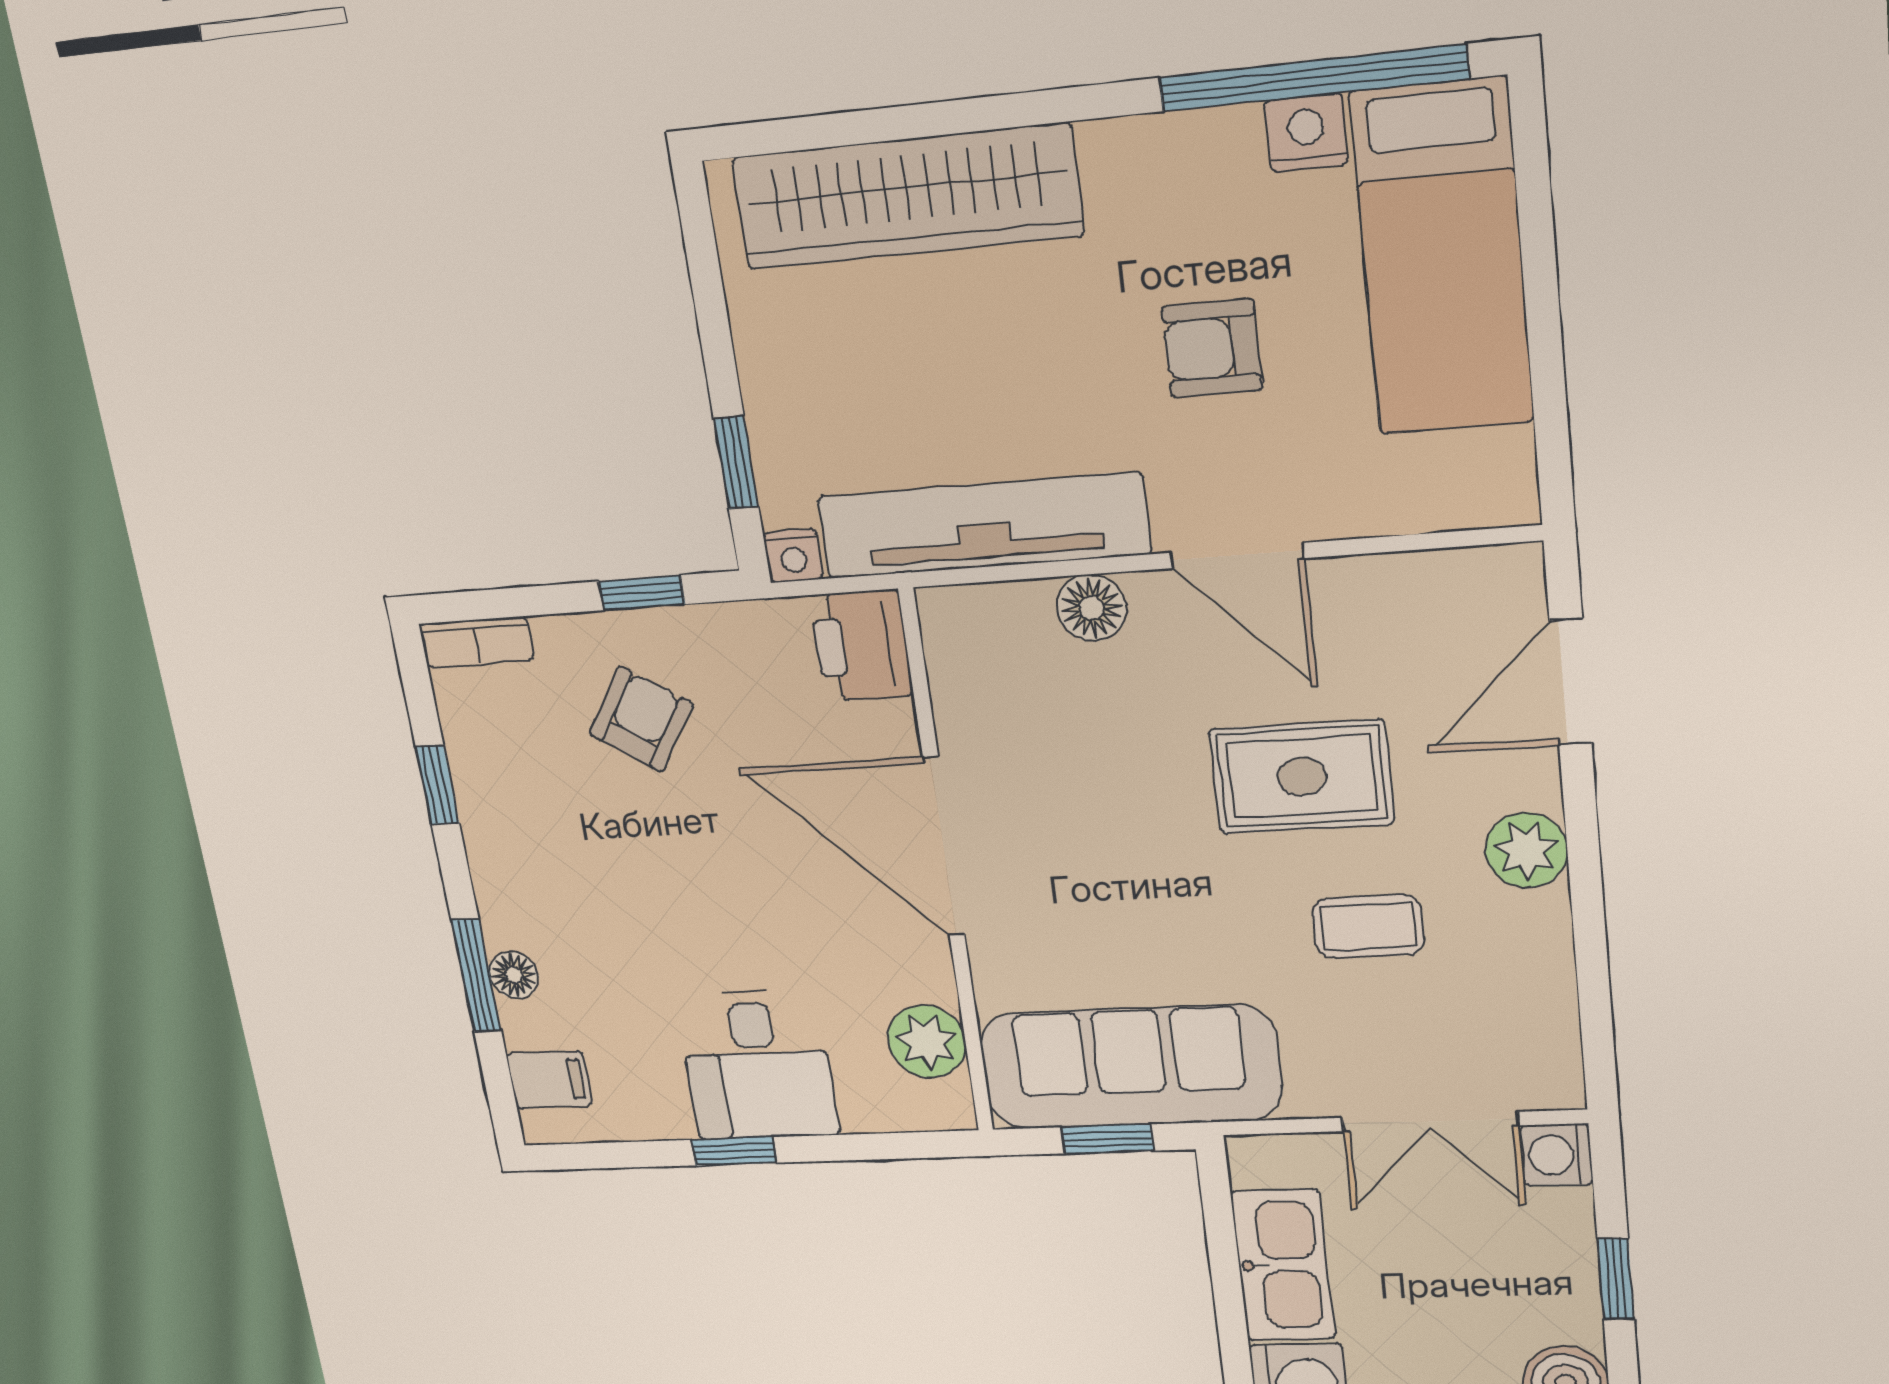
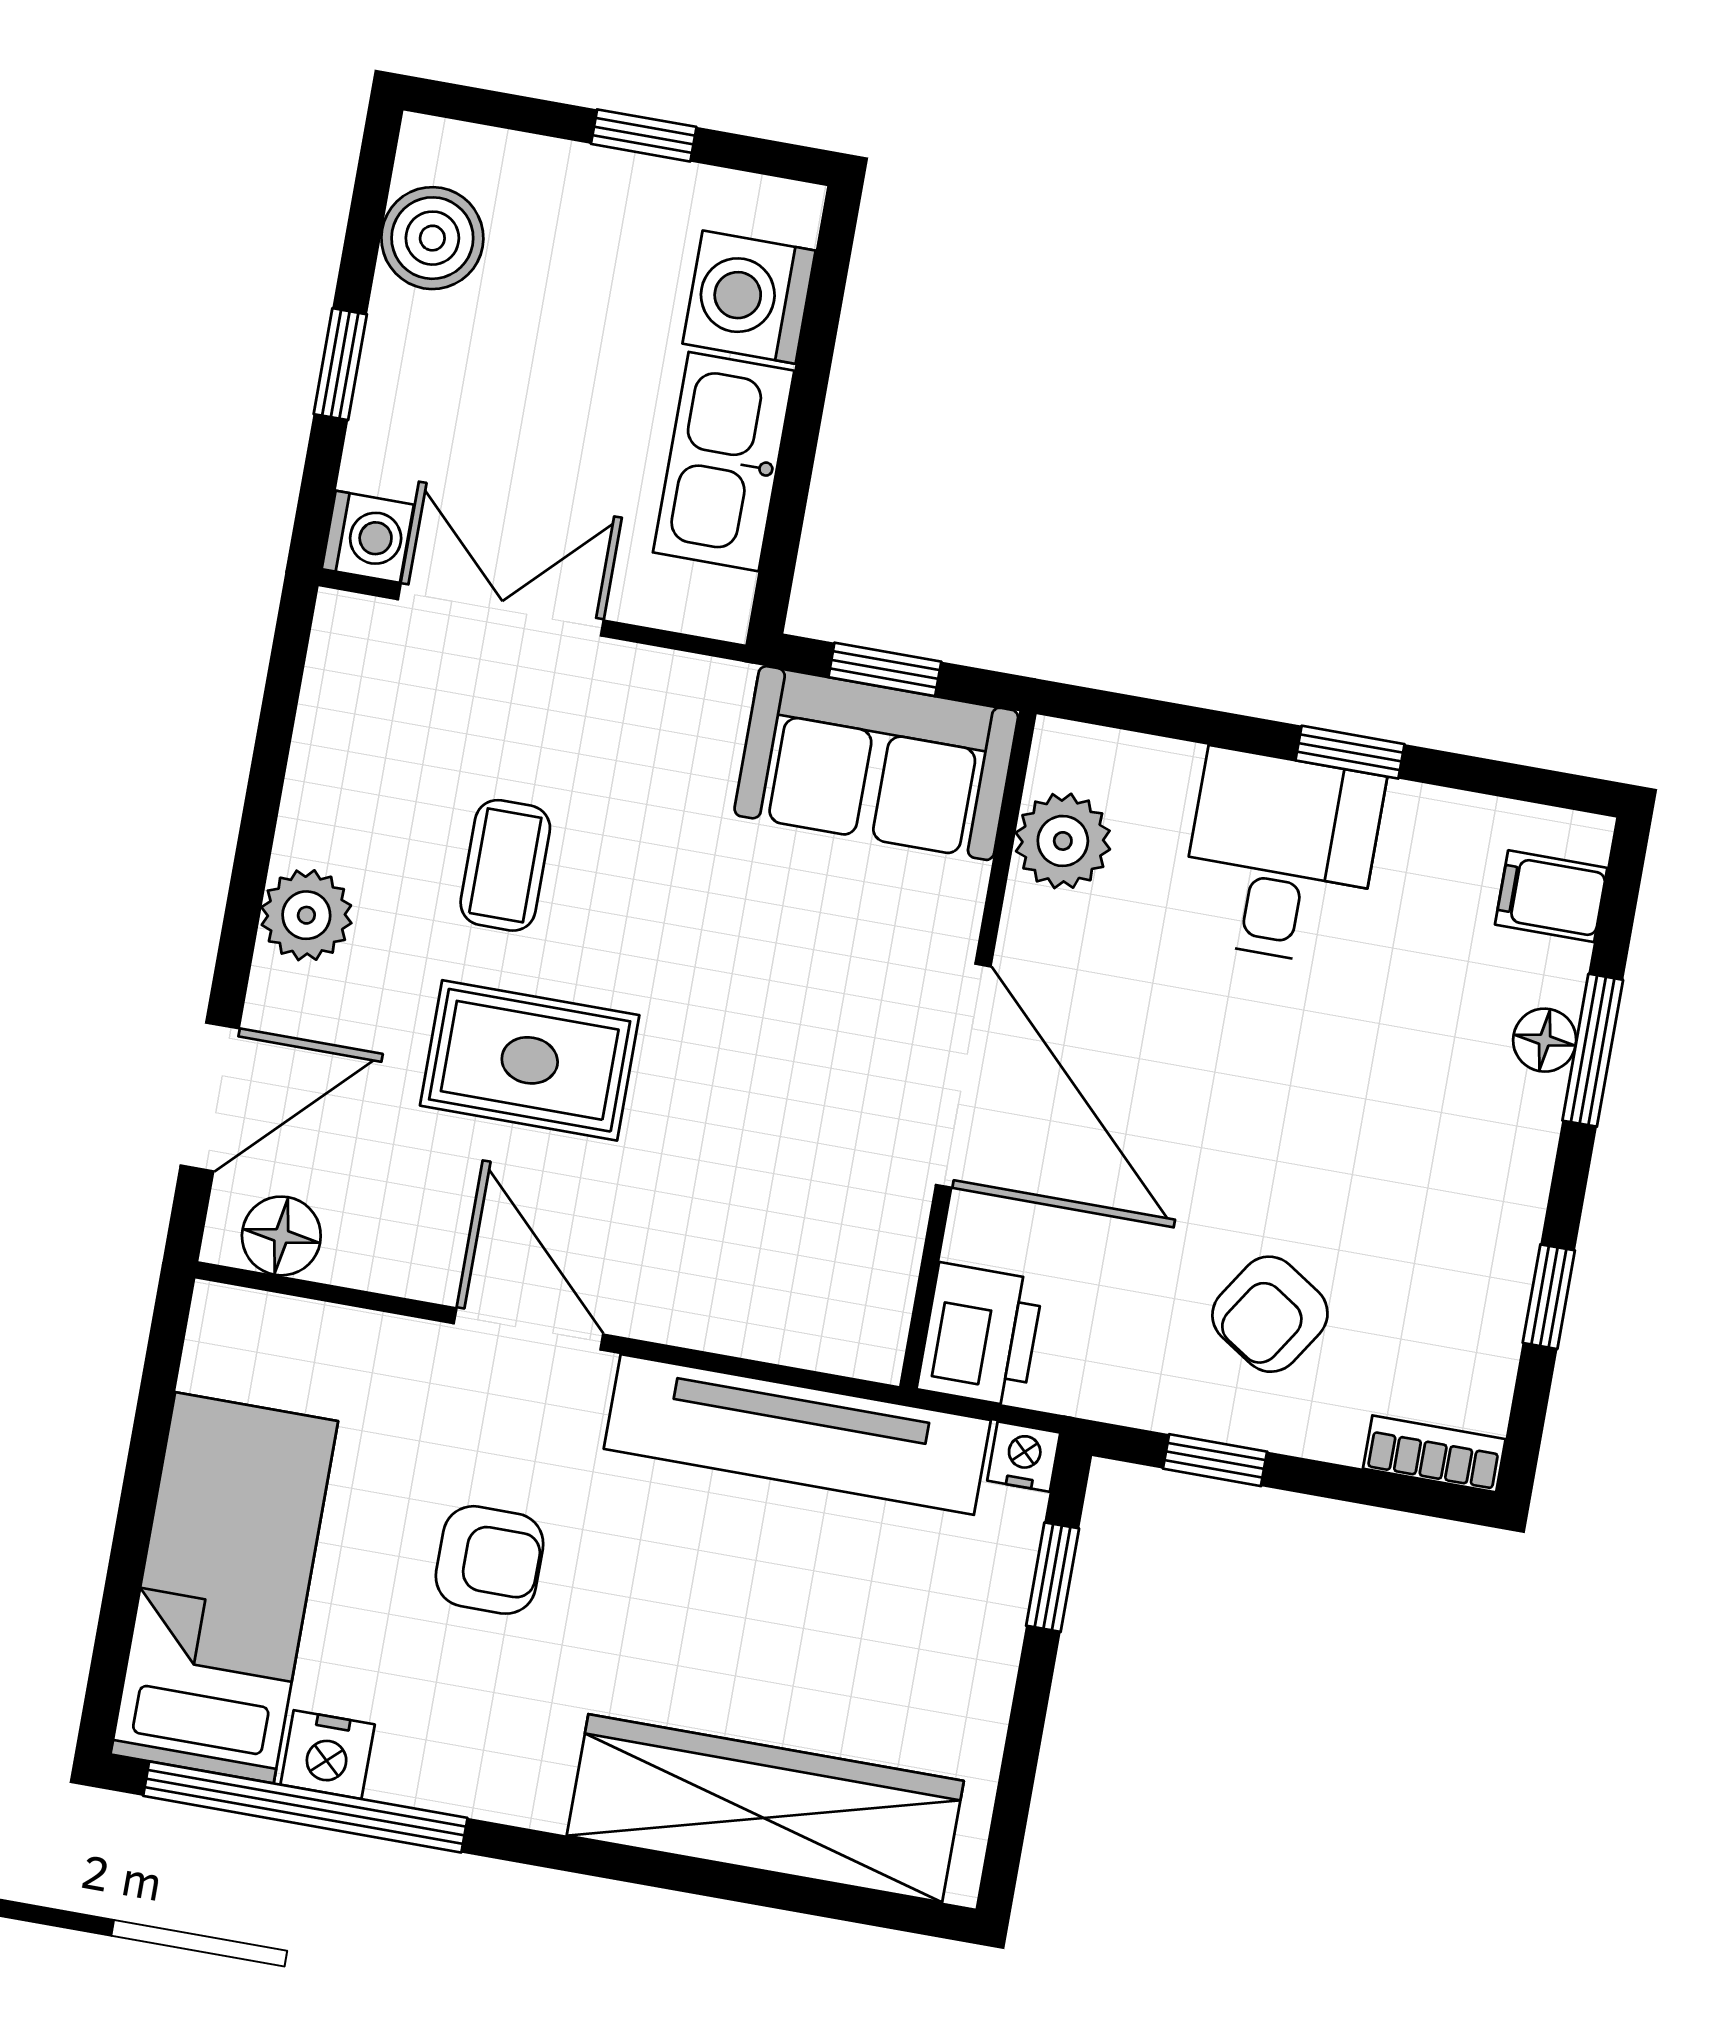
floor lamp: (1092, 608) -> (281, 1236), moved
coffee table: (1368, 927) -> (505, 865), turned 90
sofa: (1130, 1067) -> (876, 763), width x0.73

